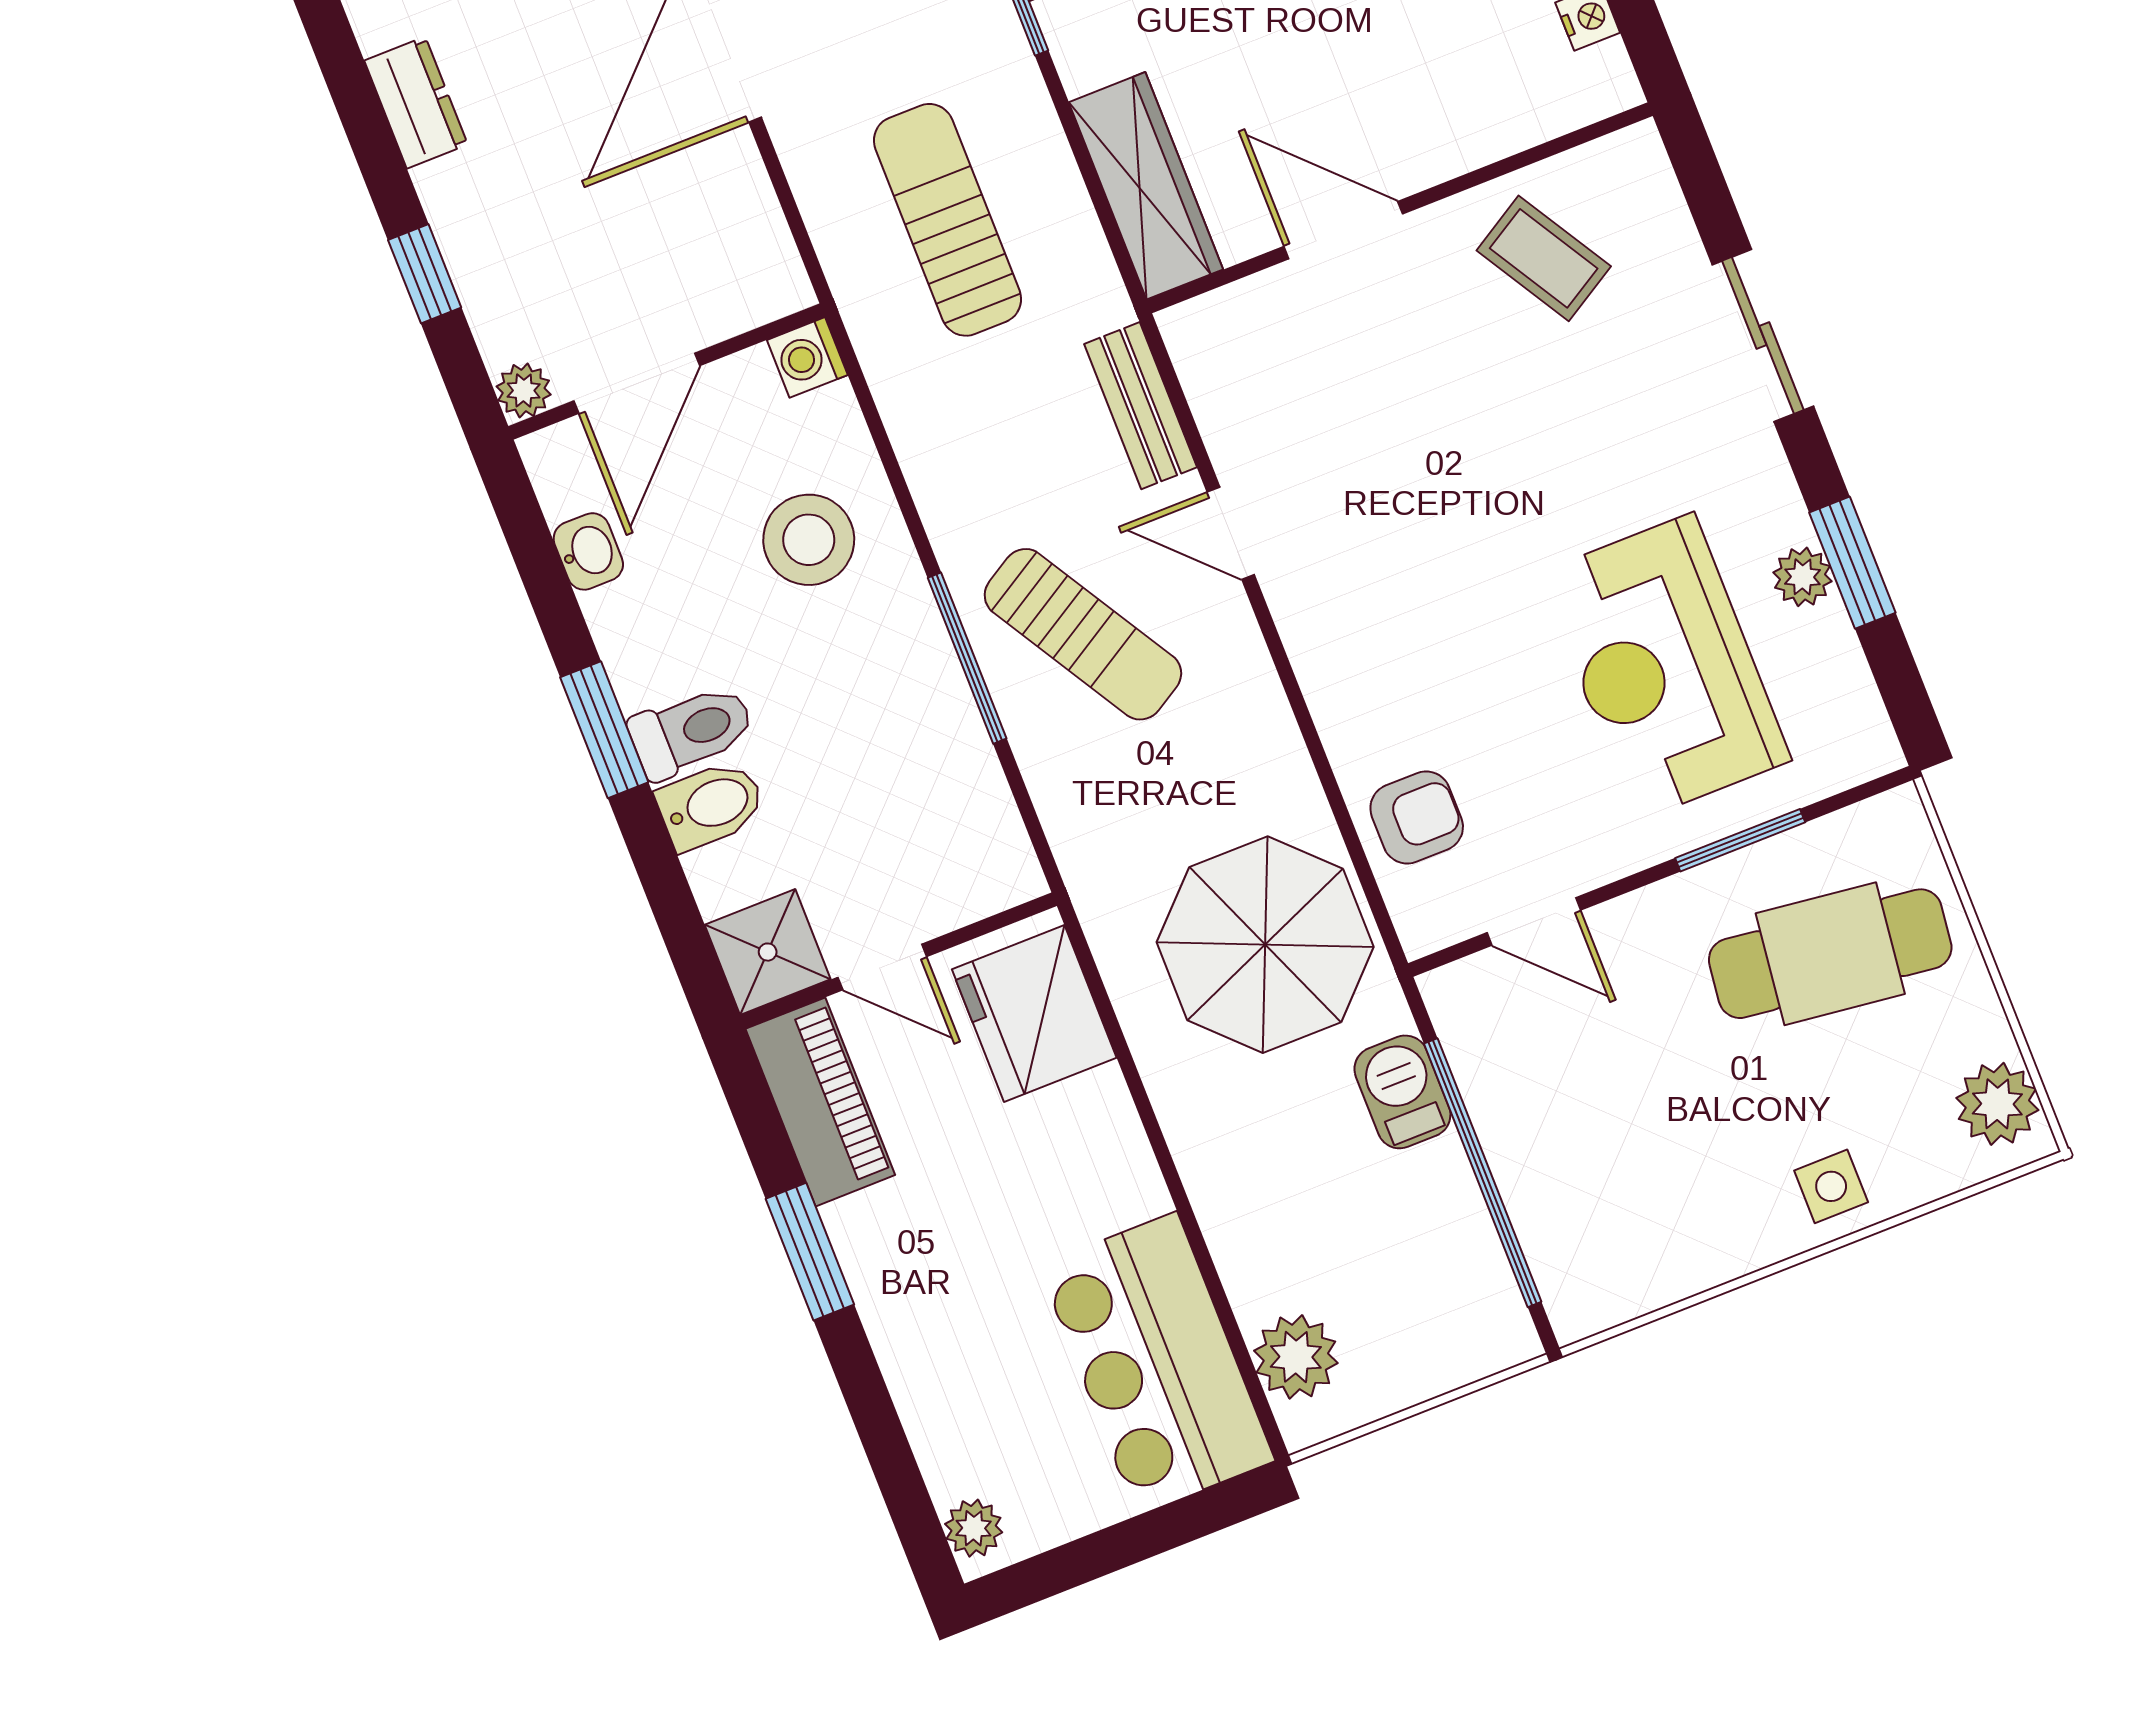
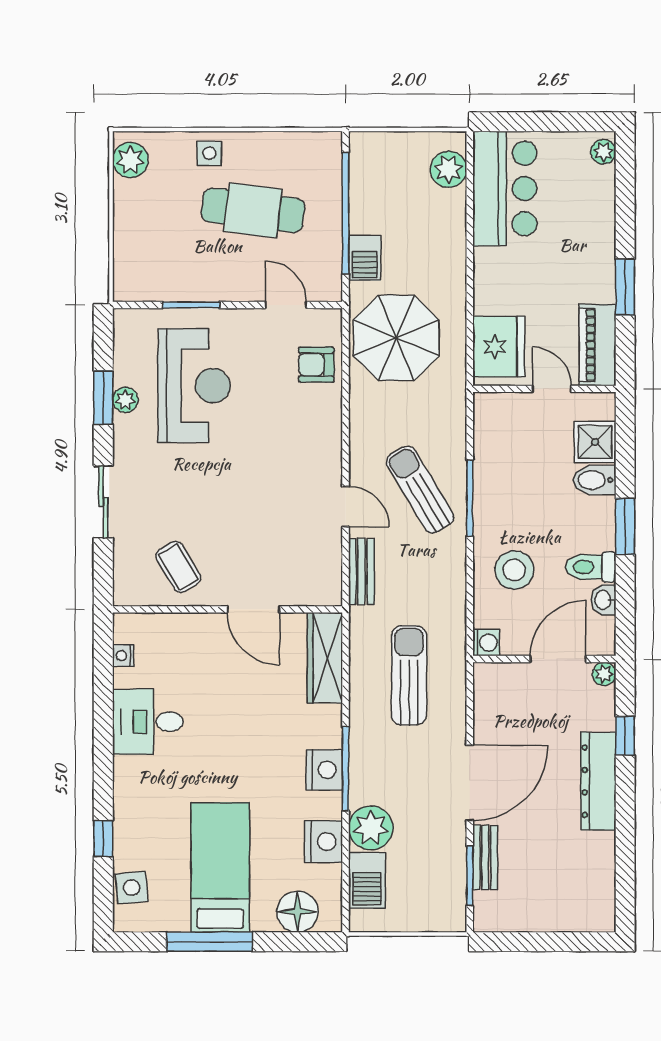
dresser: (416, 103) -> (598, 781), width x1.96, depth x1.24
sun lounger: (948, 220) -> (409, 675), turned 180
toilet: (692, 731) -> (591, 567), moved
shower: (768, 952) -> (595, 442), moved
cafe table: (1830, 954) -> (253, 210), moved

